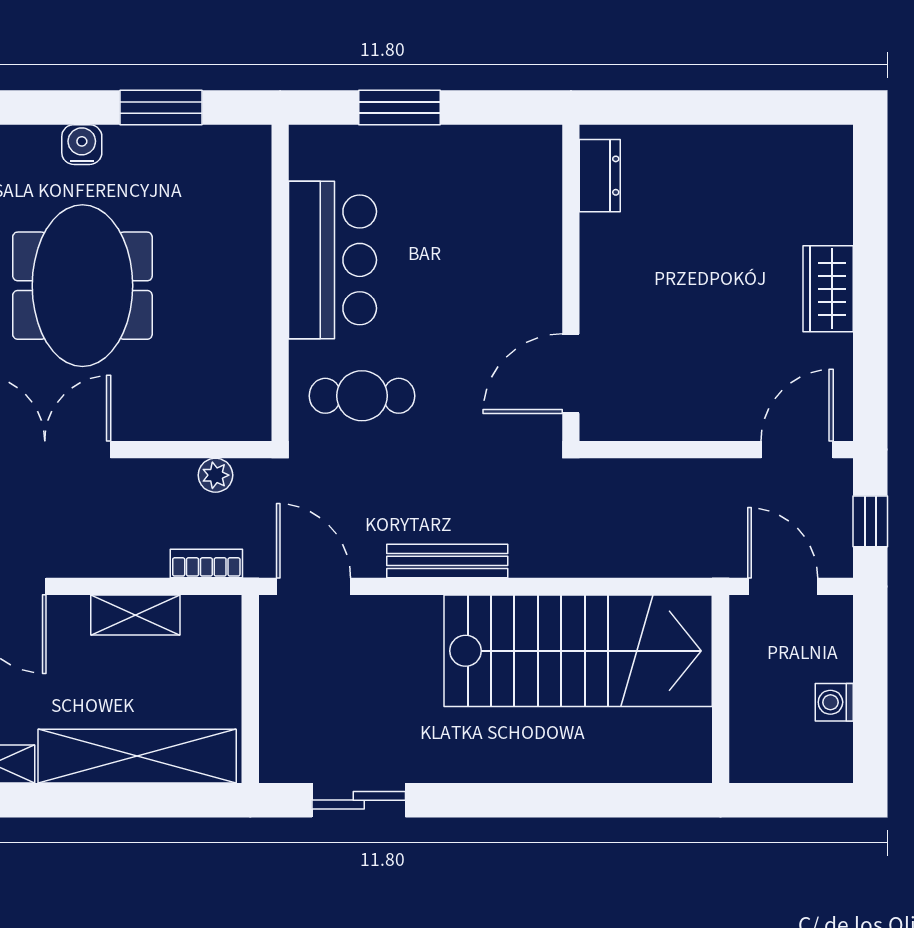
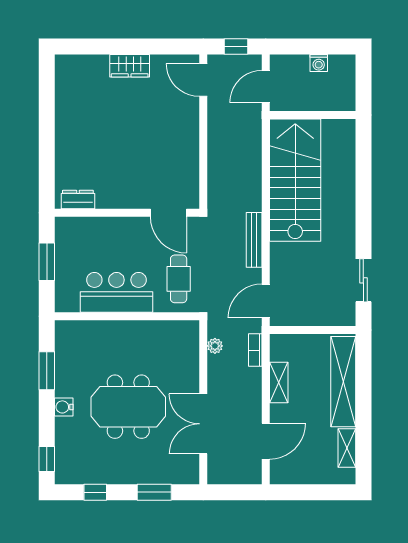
dresser: (600, 176) -> (78, 199), moved
wall: (571, 283) -> (127, 213), moved
door: (571, 374) -> (168, 213), moved

